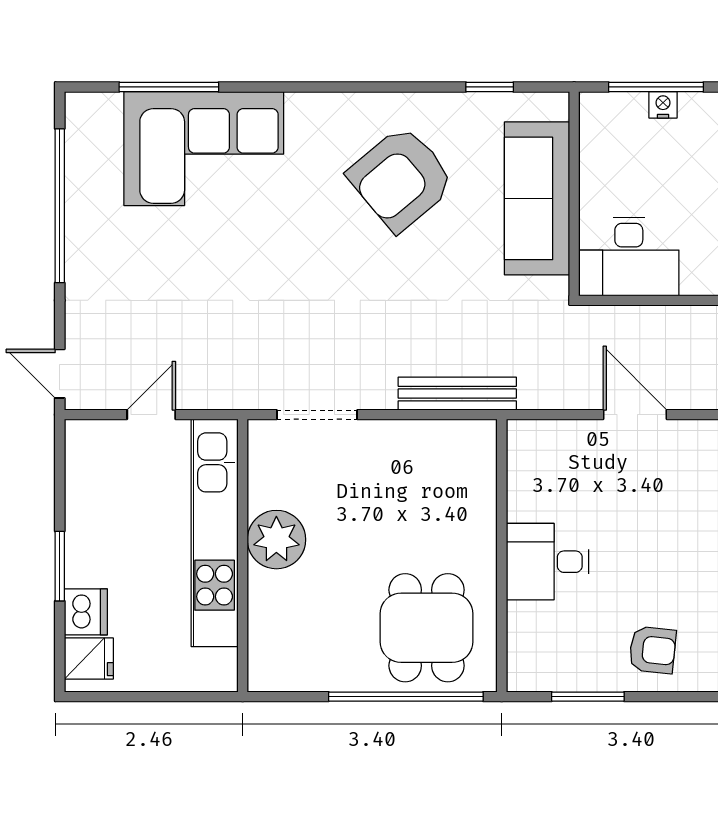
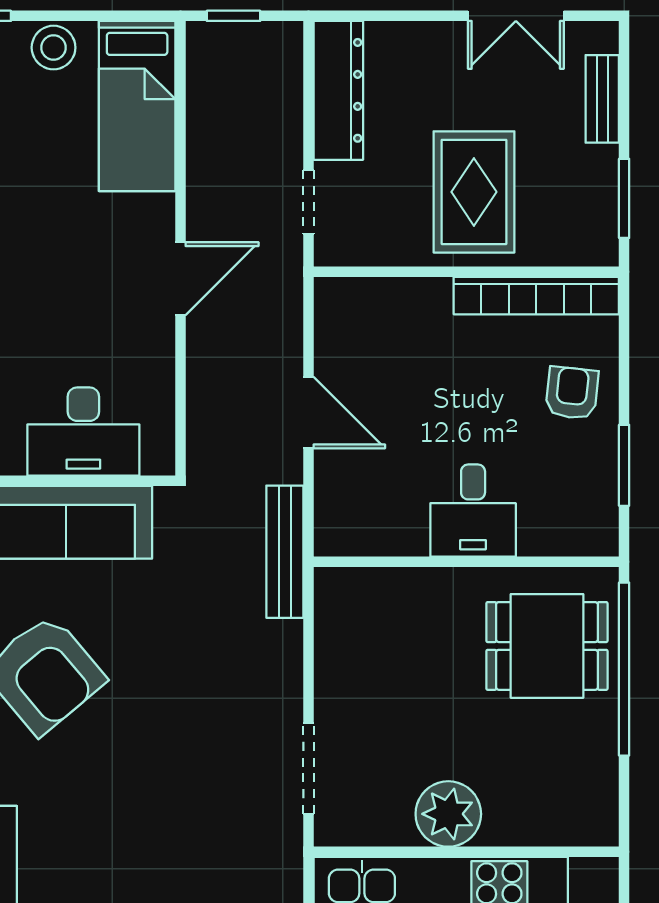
desk: (629, 256) -> (83, 432), moved, turned 90
bench: (457, 394) -> (285, 552), moved
door: (635, 415) -> (308, 413), swing flipped

